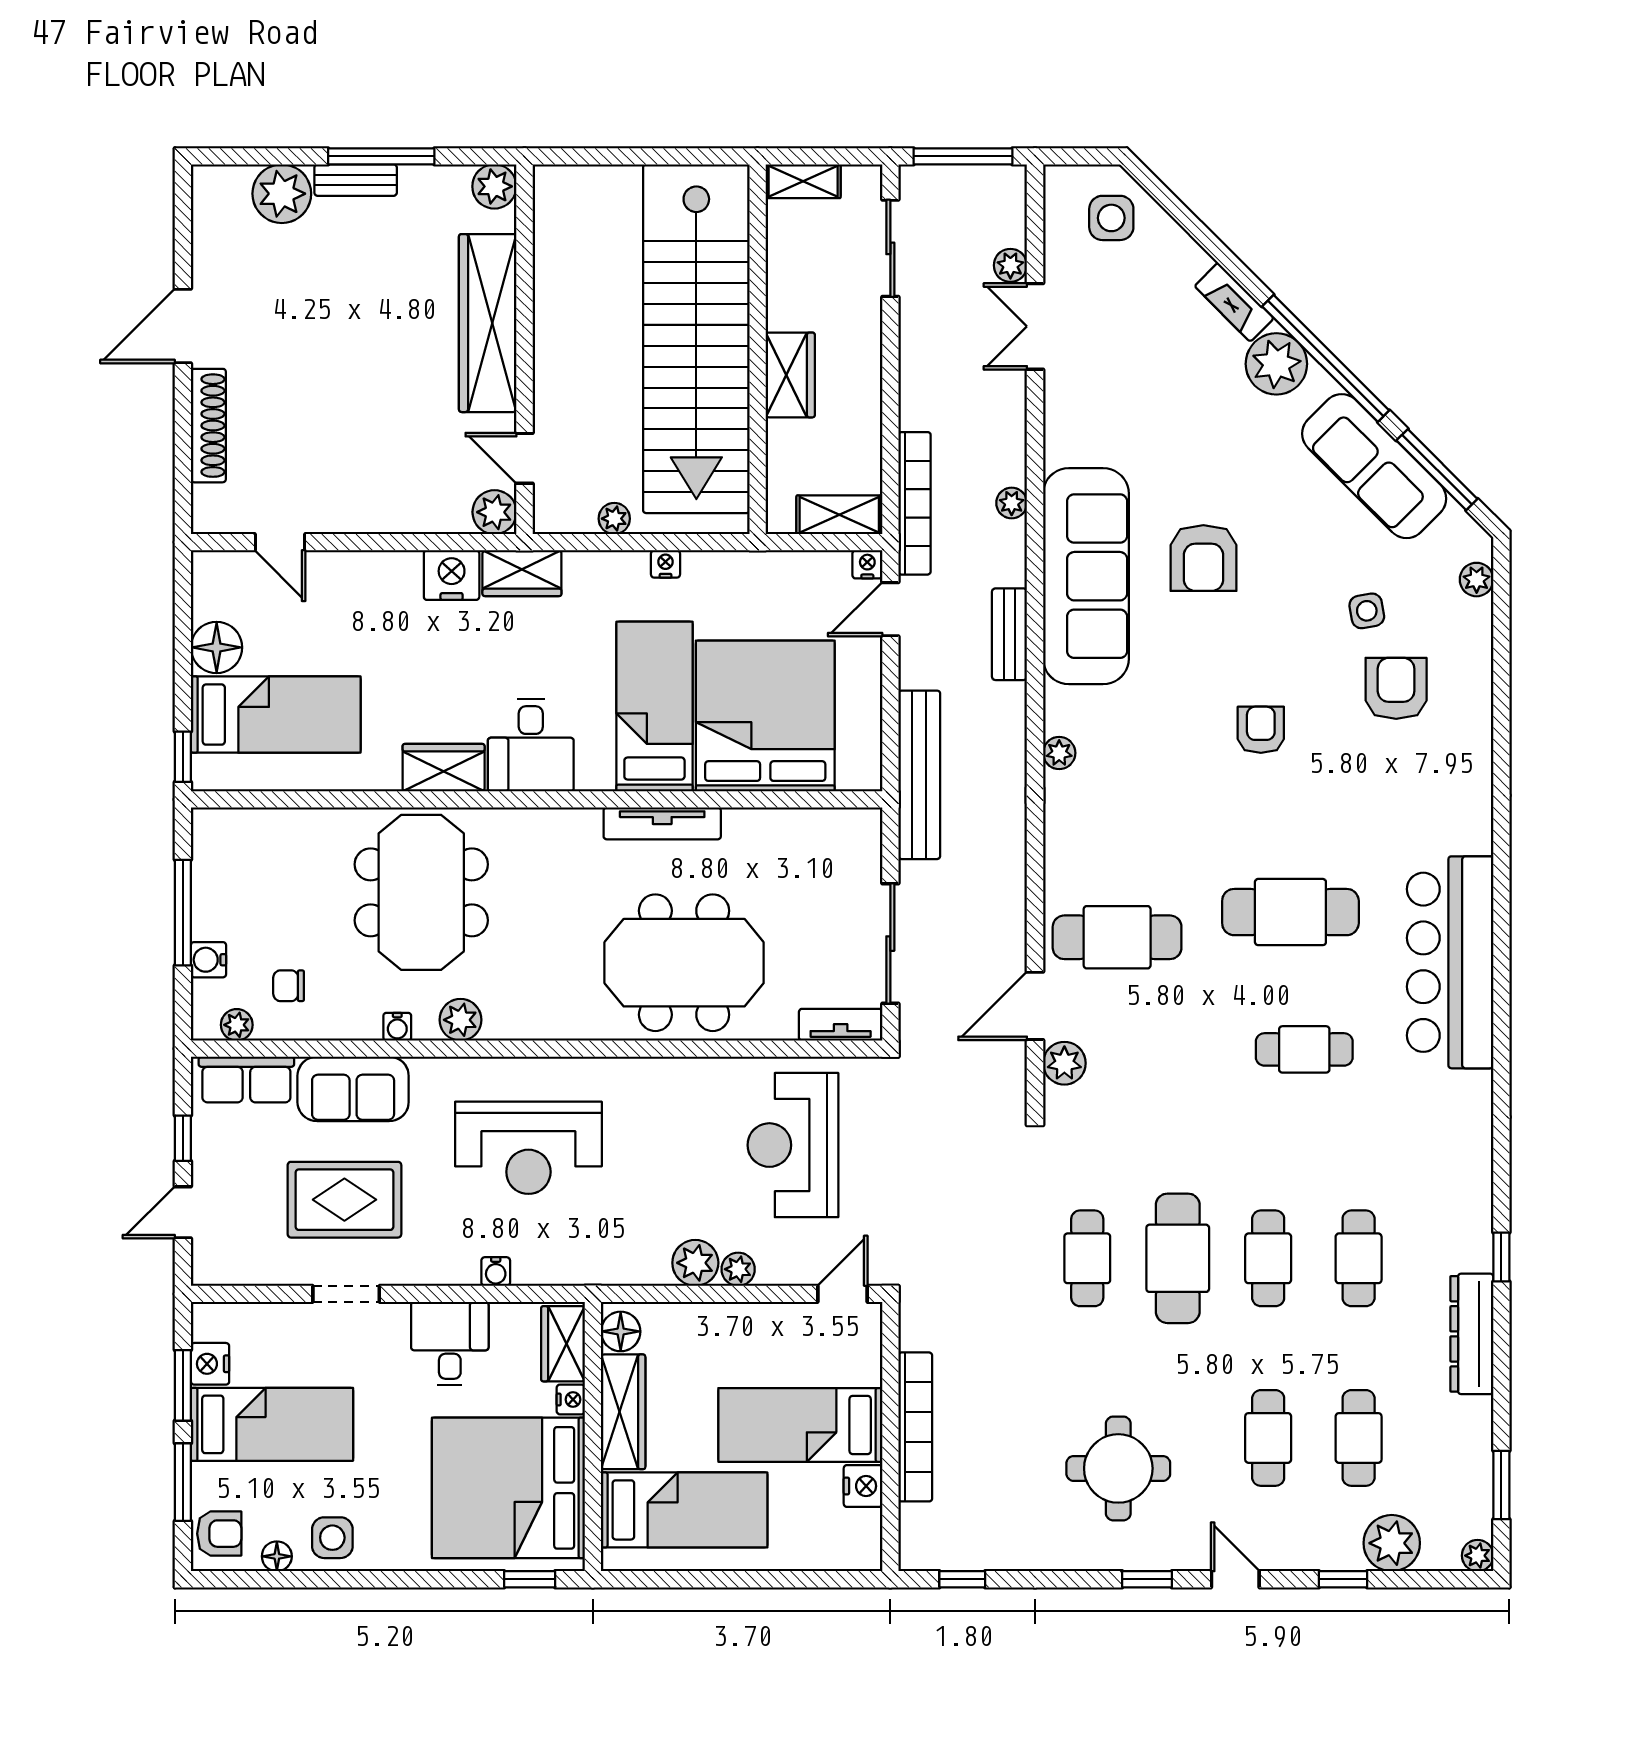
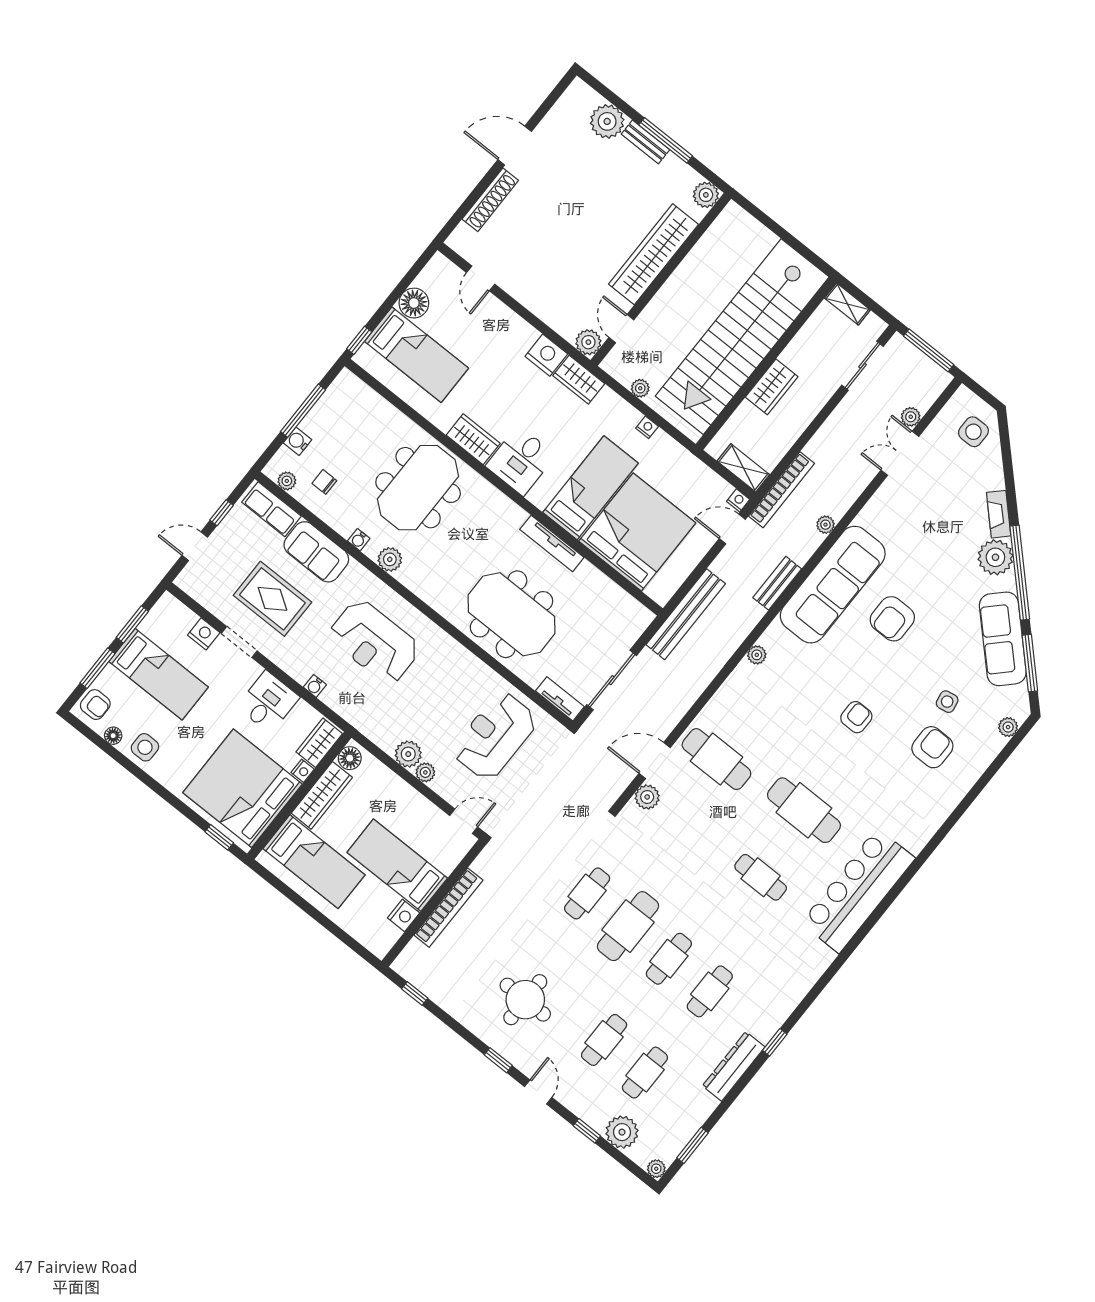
nightstand: (210, 1364) -> (204, 634), moved, turned 90

